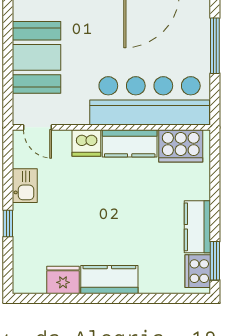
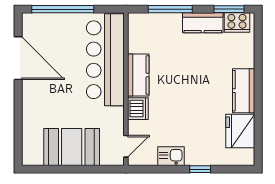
window: (215, 46) -> (63, 9), width x1.46
cooker: (181, 146) -> (140, 36), removed
window: (215, 185) -> (170, 9), added
fridge: (63, 280) -> (240, 131), width x1.36, depth x1.34

